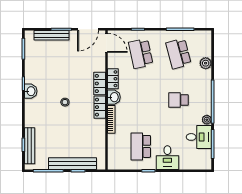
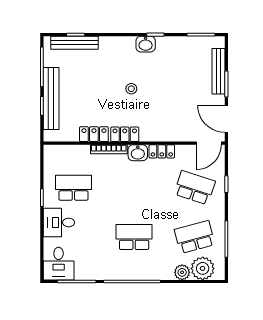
school desk: (141, 54) -> (195, 188), turned 30
locker: (100, 84) -> (94, 134), moved
school desk: (179, 100) -> (134, 237), width x1.85
plant: (207, 120) -> (203, 268), moved, width x1.87, depth x1.87
desk: (199, 137) -> (59, 264), moved

